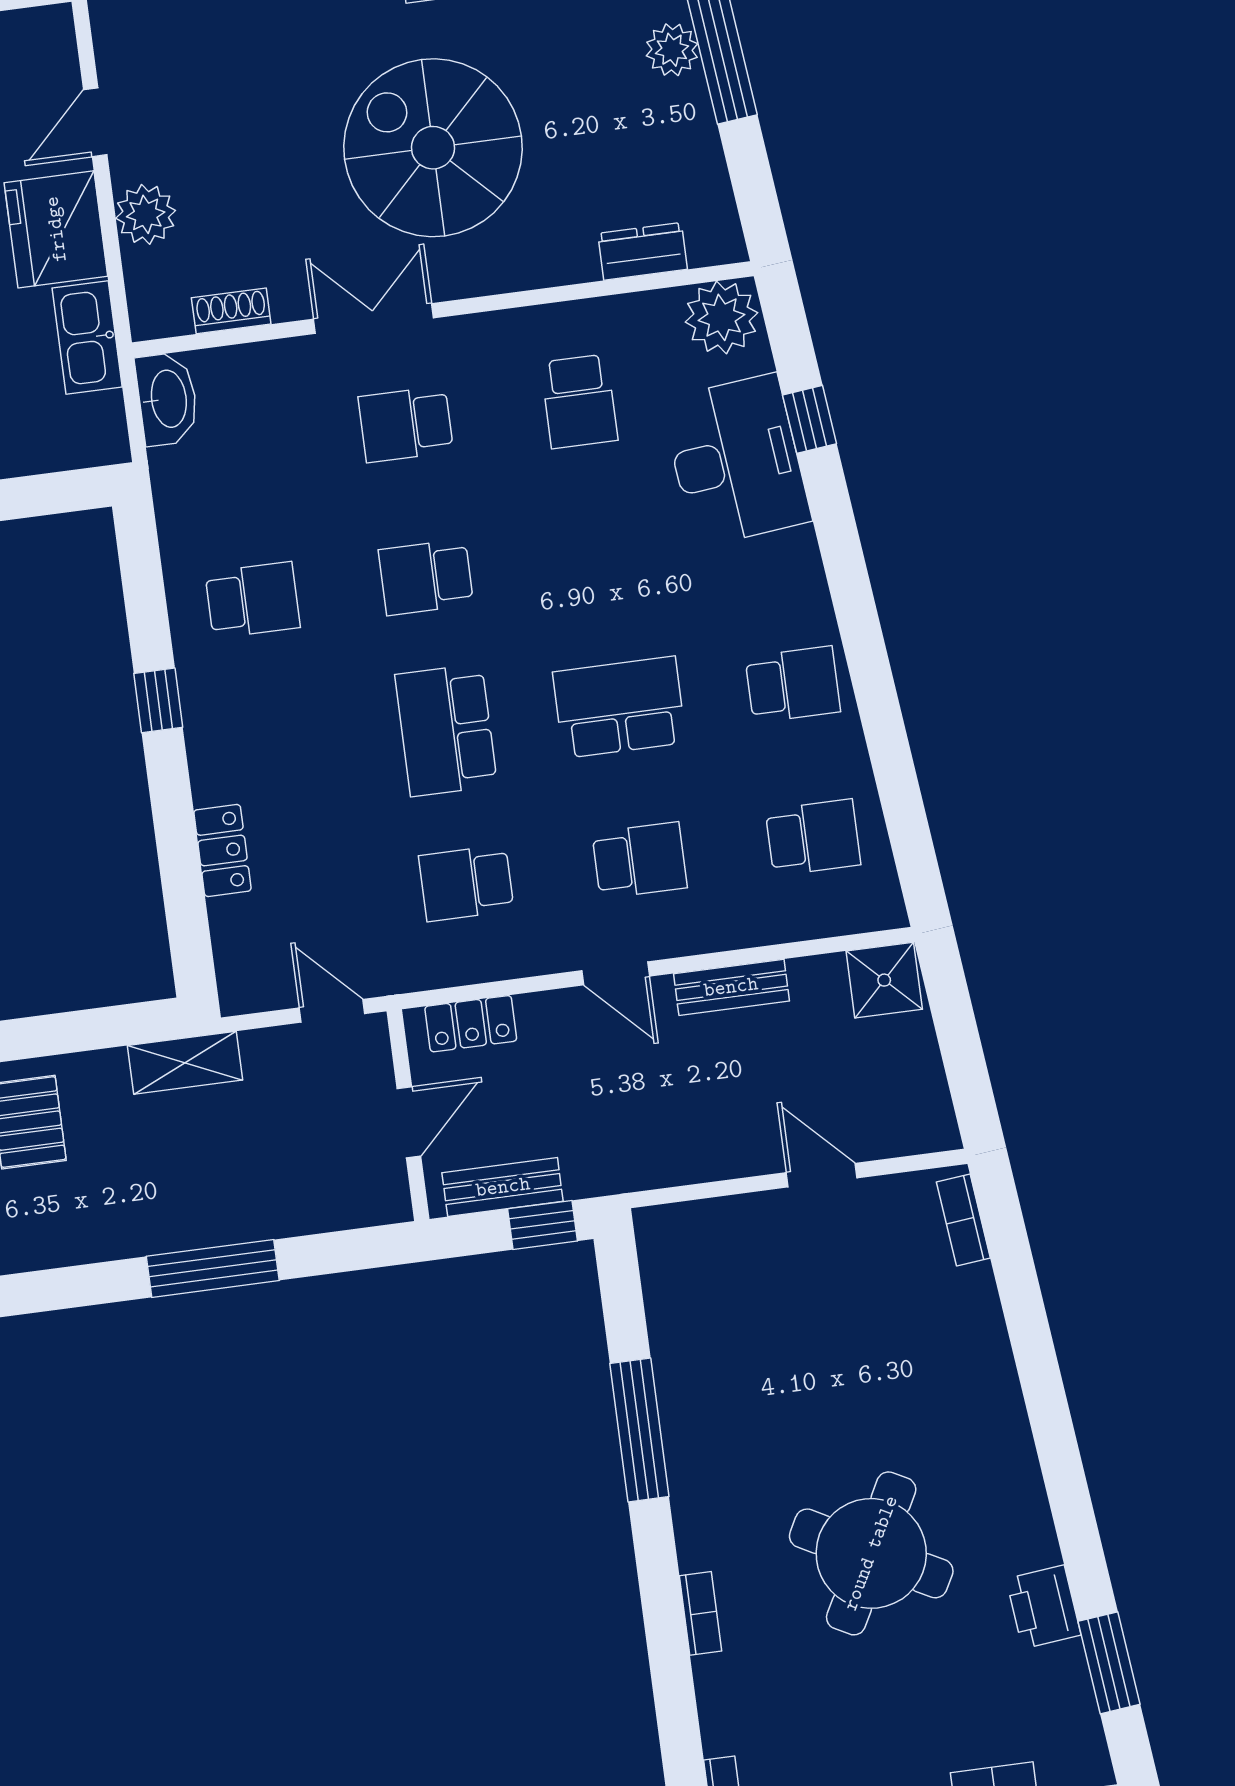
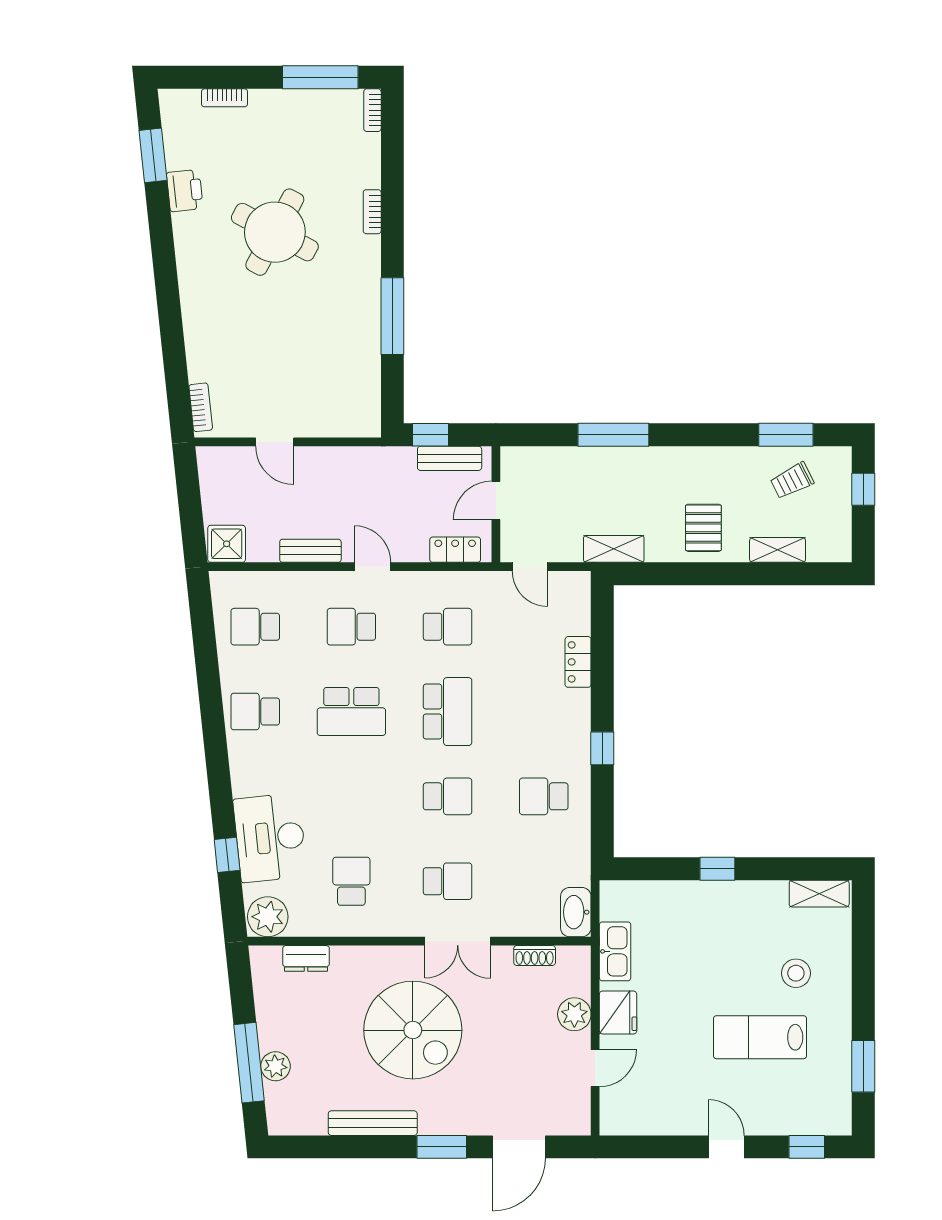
fridge: (56, 229) -> (618, 1012), width x0.73, depth x0.75

